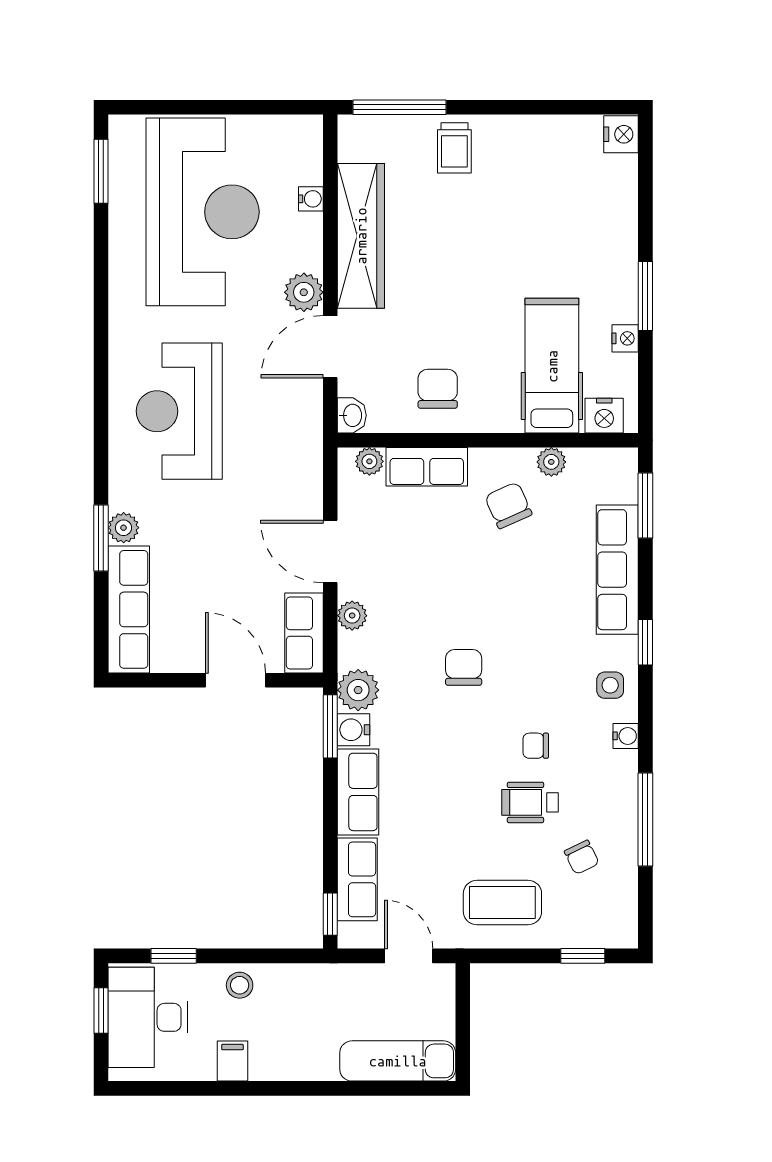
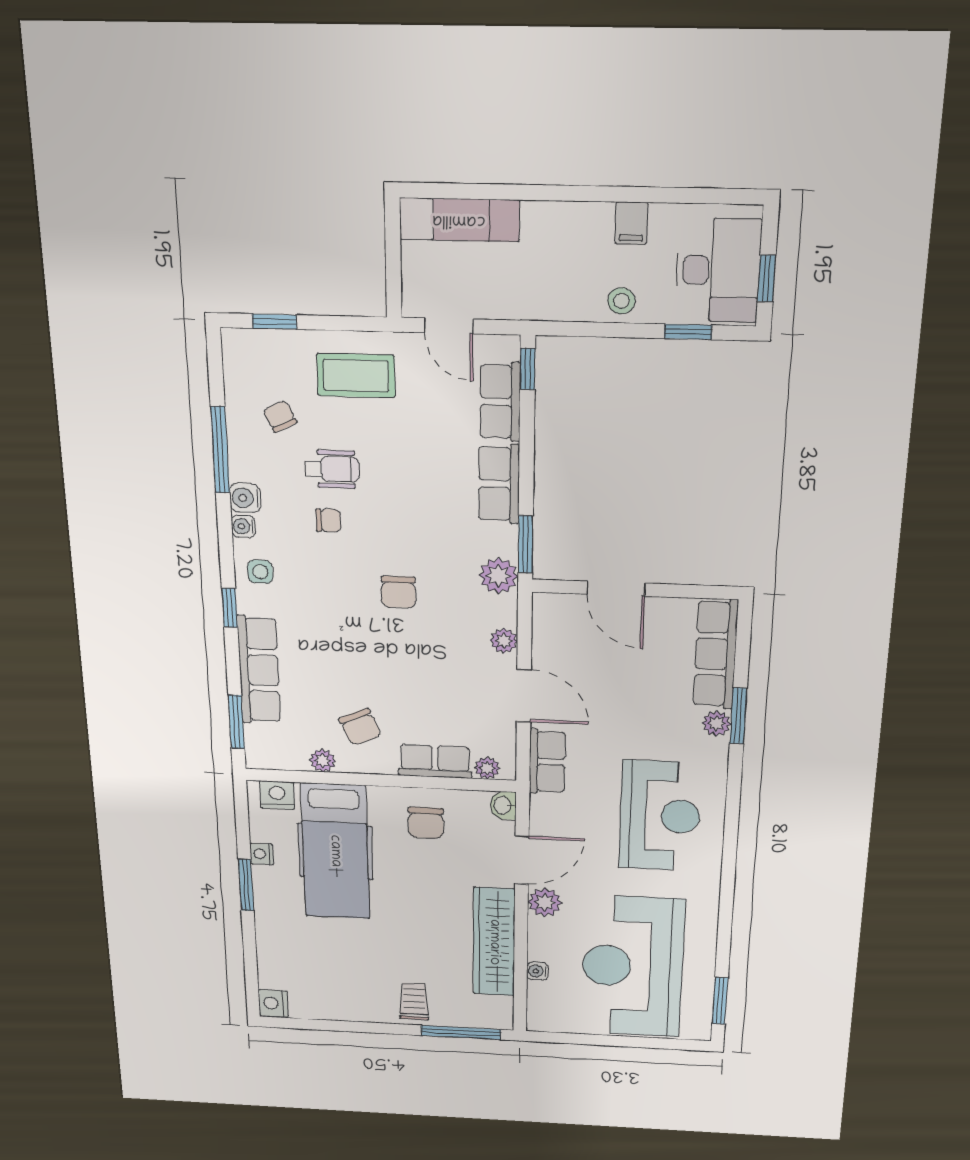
hospital bed: (552, 366) -> (335, 851), width x1.37, depth x1.29
row of seats: (304, 633) -> (547, 762), moved
water cooler: (354, 730) -> (245, 498), moved, turned 180

